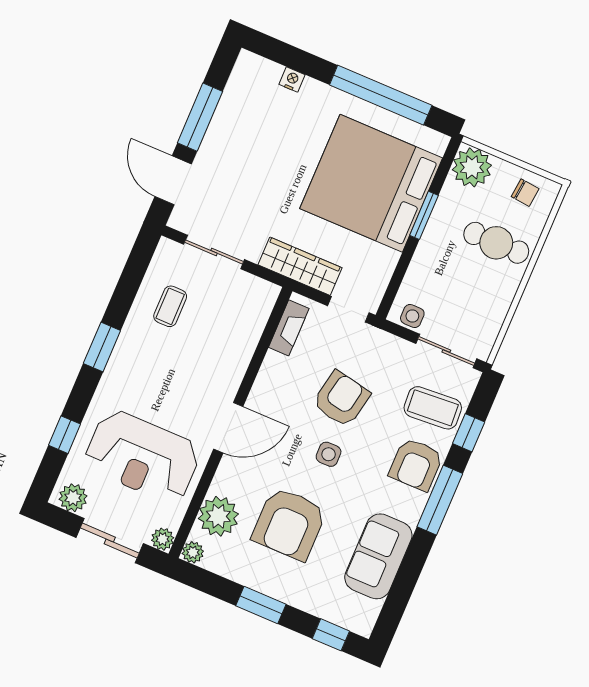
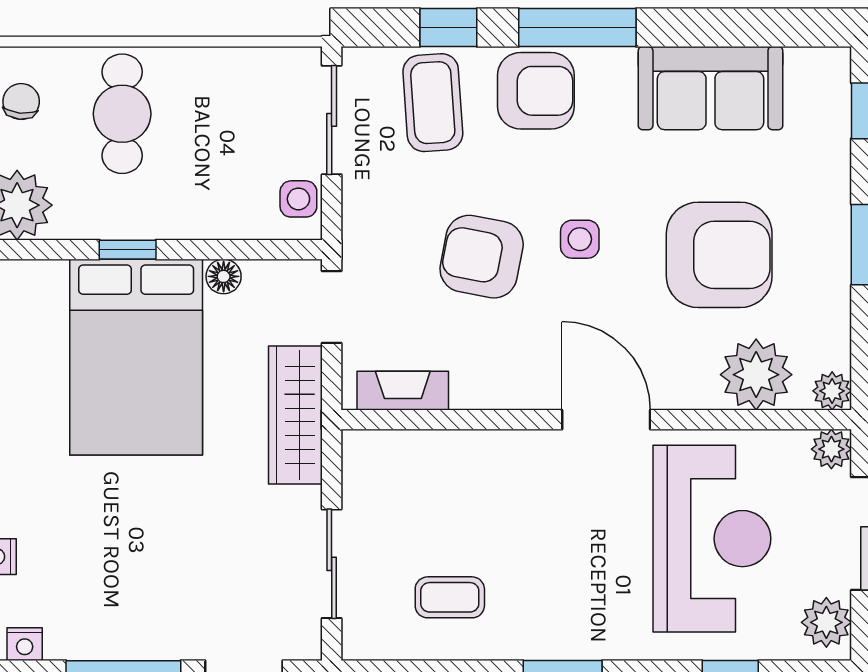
nightstand: (241, 73) -> (25, 644), added
bed: (371, 183) -> (136, 357), width x0.73
window: (424, 215) -> (128, 250), width x0.67
floor lamp: (389, 260) -> (224, 276), added

